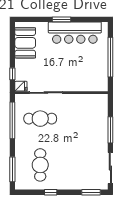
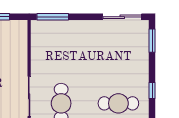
window: (110, 130) -> (53, 17), moved

